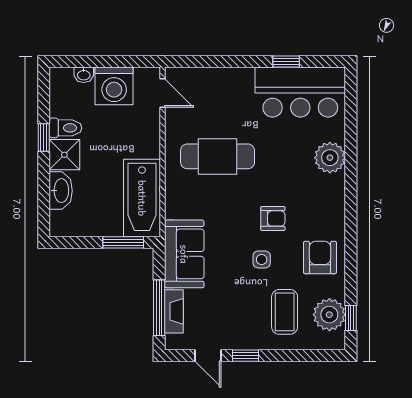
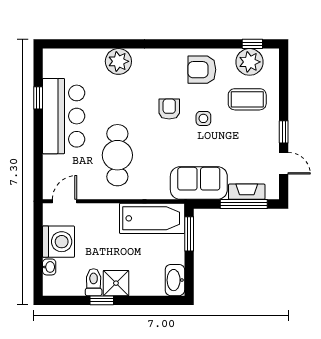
bar counter: (300, 92) -> (64, 116), moved
washbasin: (61, 191) -> (175, 280), moved, turned -90
door: (208, 356) -> (284, 163), hinge flipped

